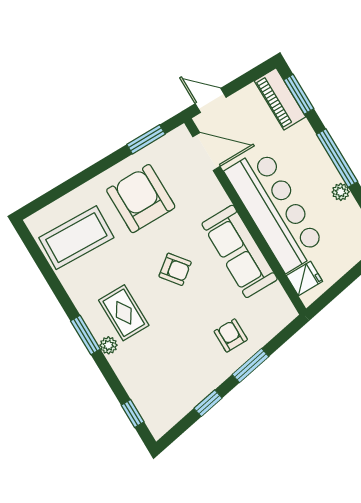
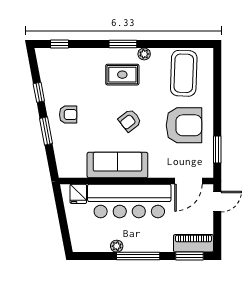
armchair: (231, 335) -> (68, 115), moved
plant: (108, 345) -> (144, 54), moved

